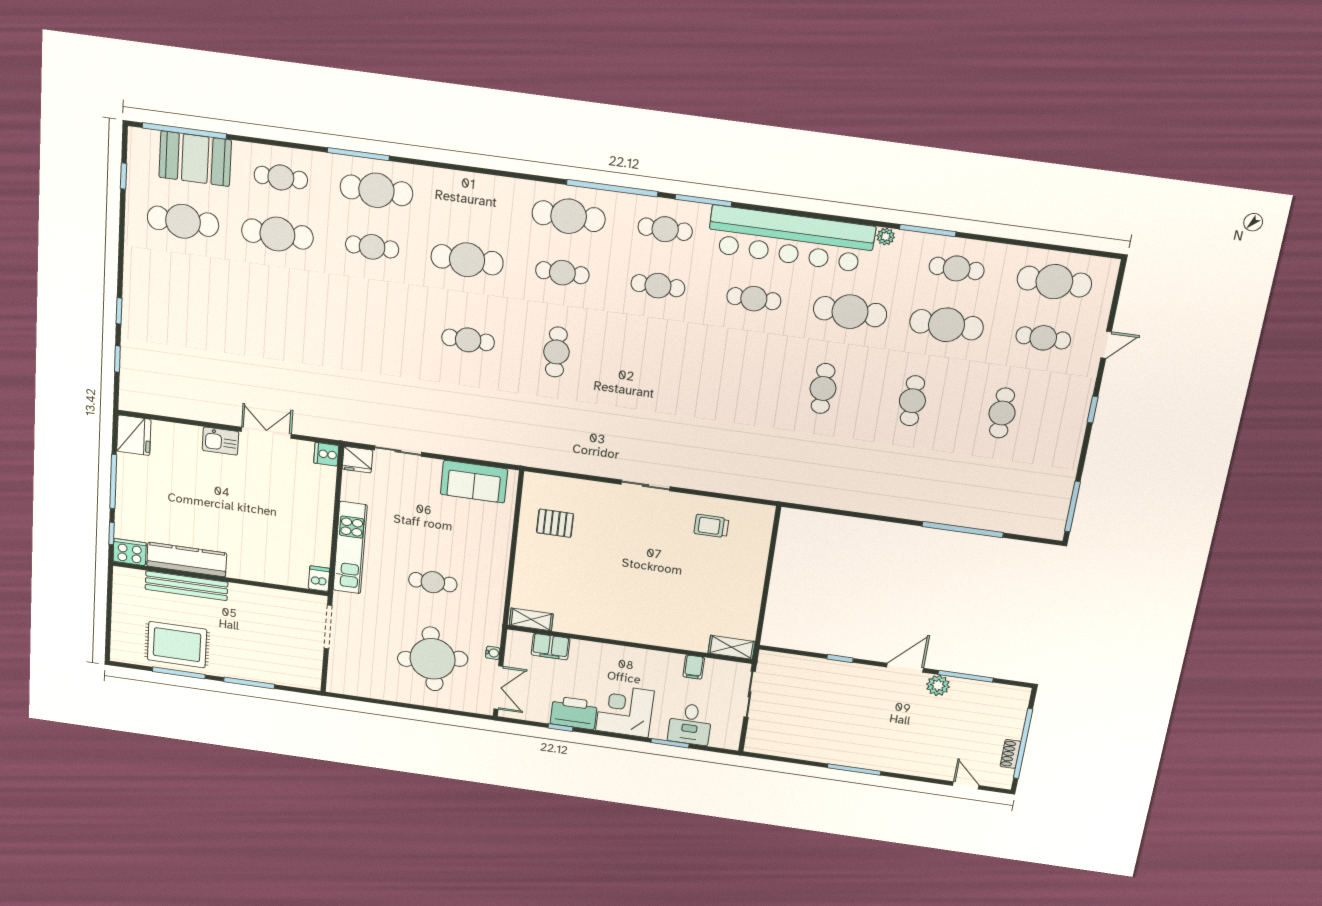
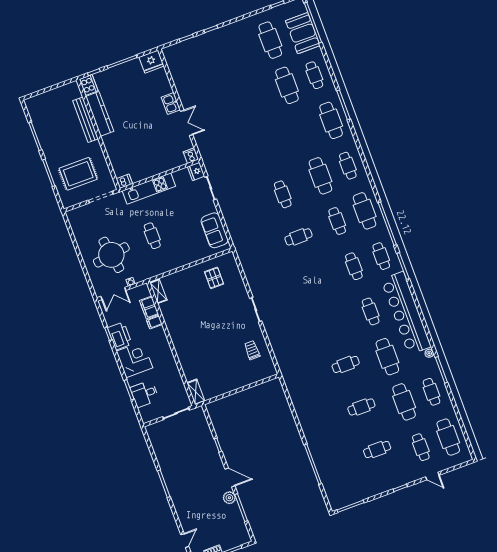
cafe table: (372, 247) -> (348, 166), moved
rug: (177, 645) -> (78, 174), moved, turned 90
filing cabinet: (694, 667) -> (154, 322), moved

